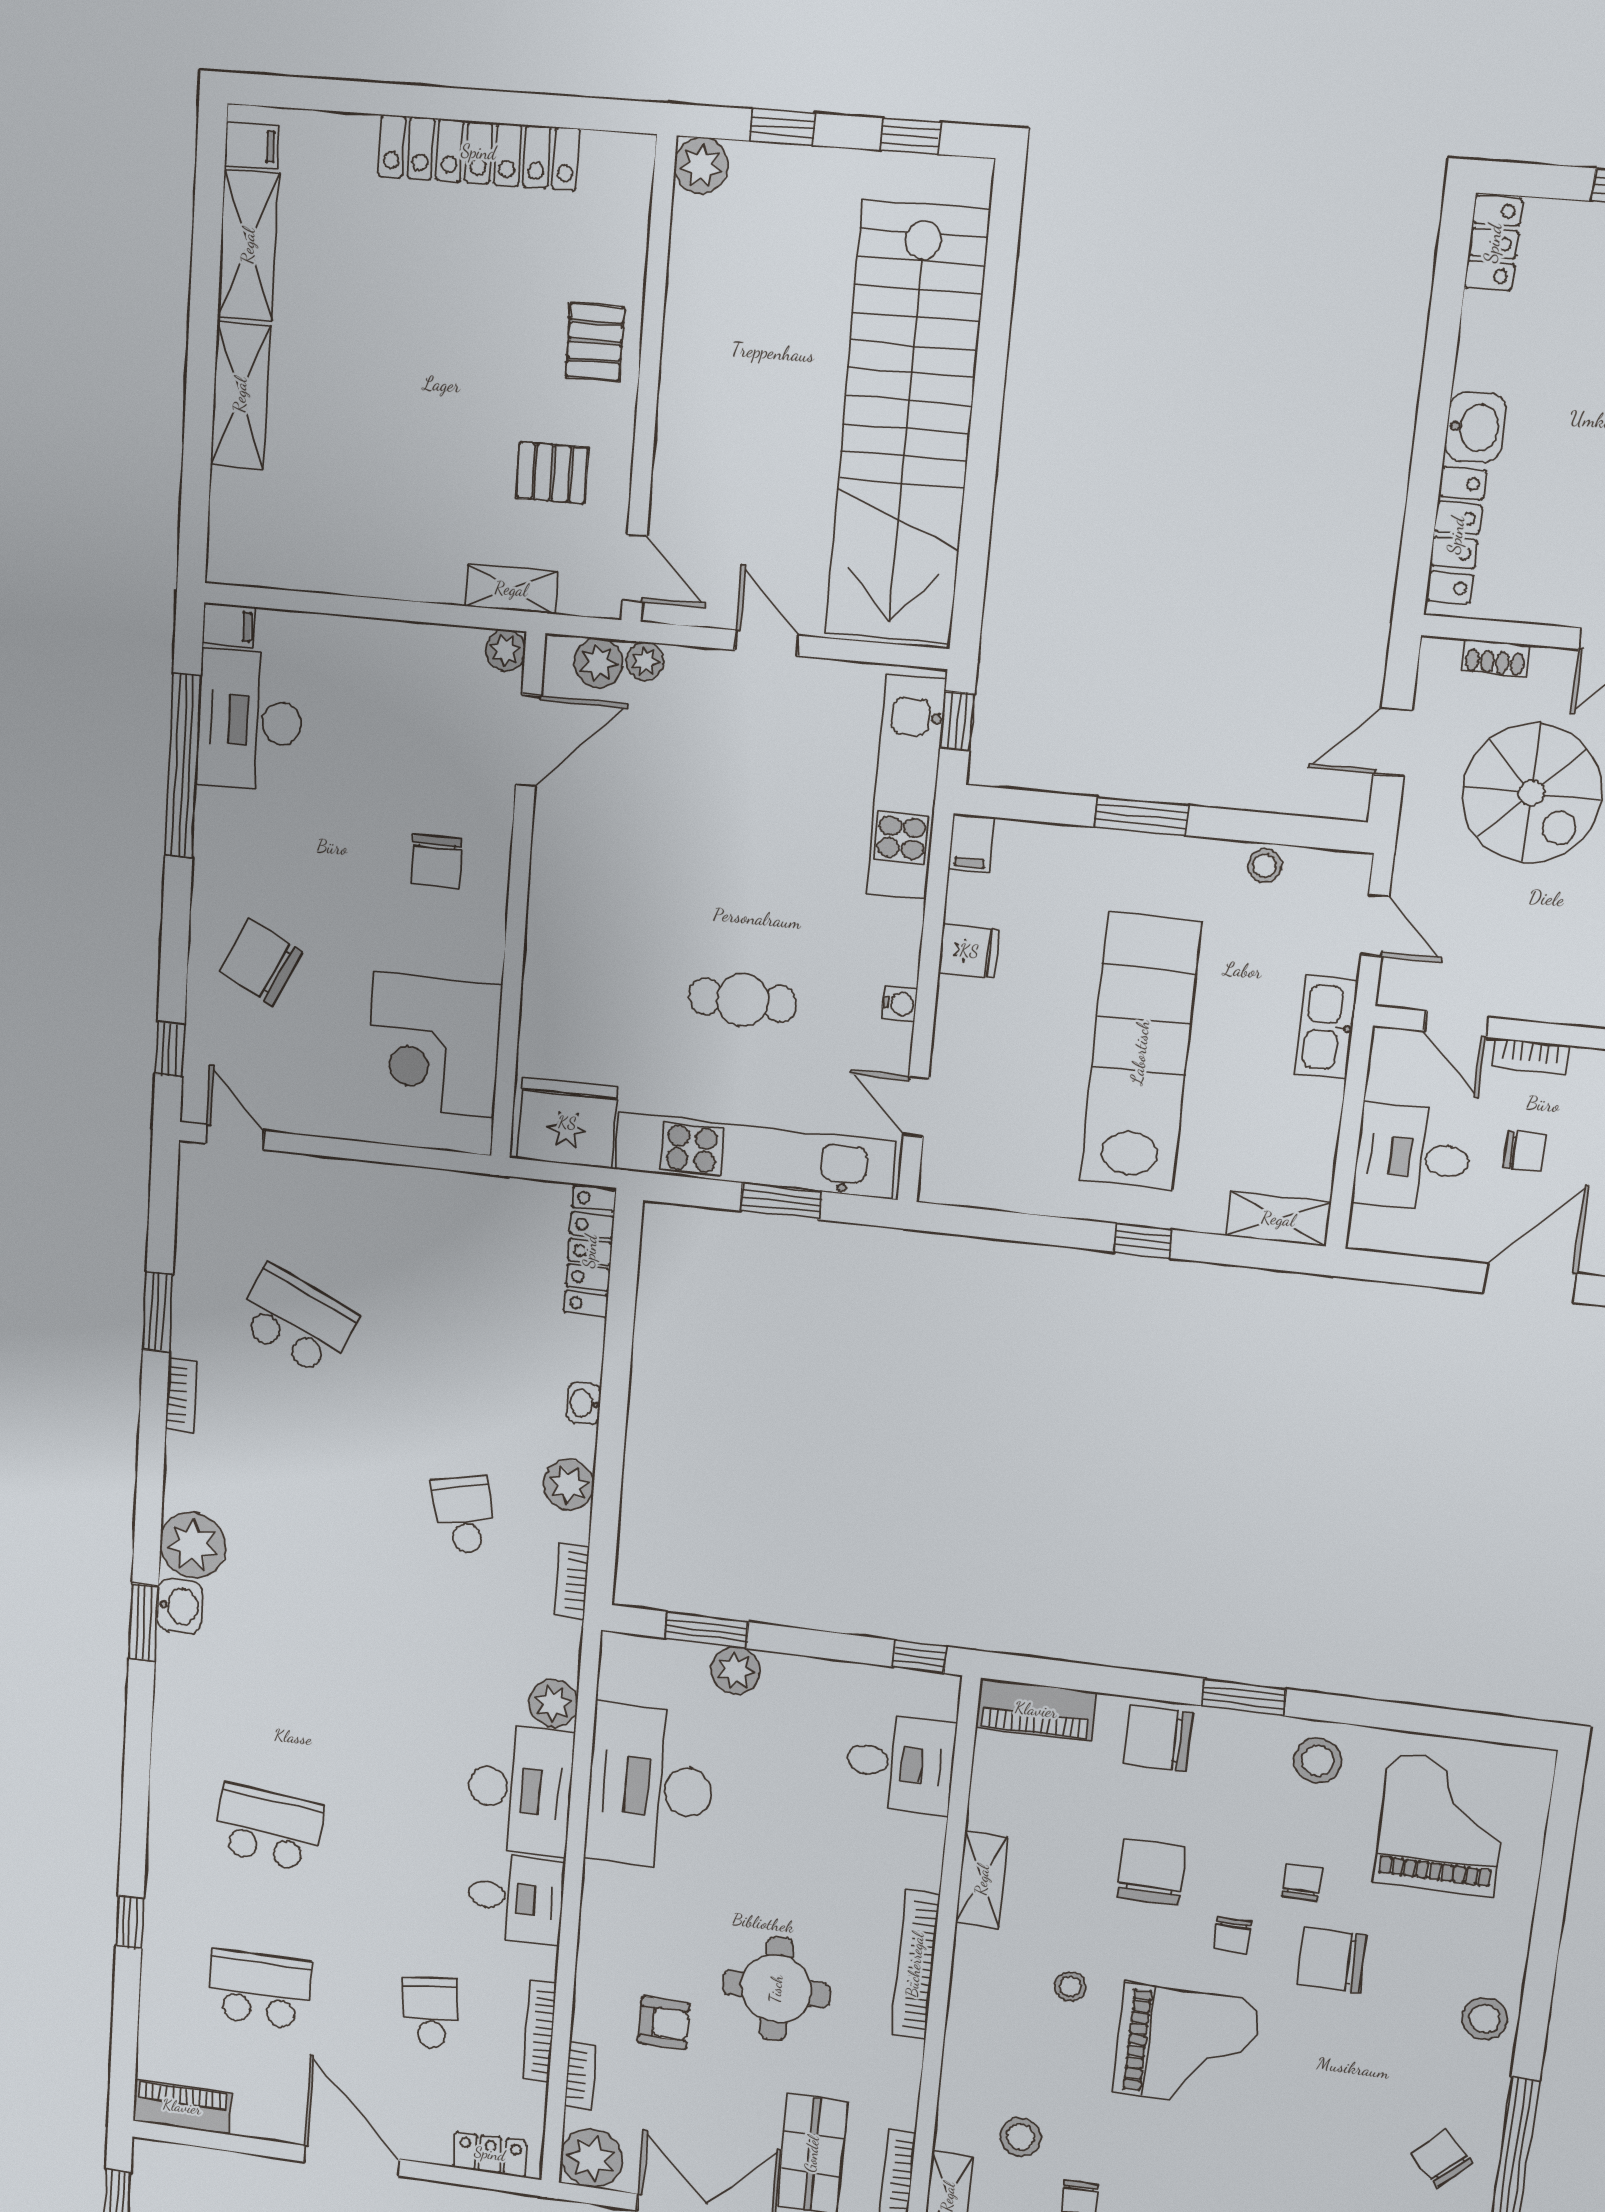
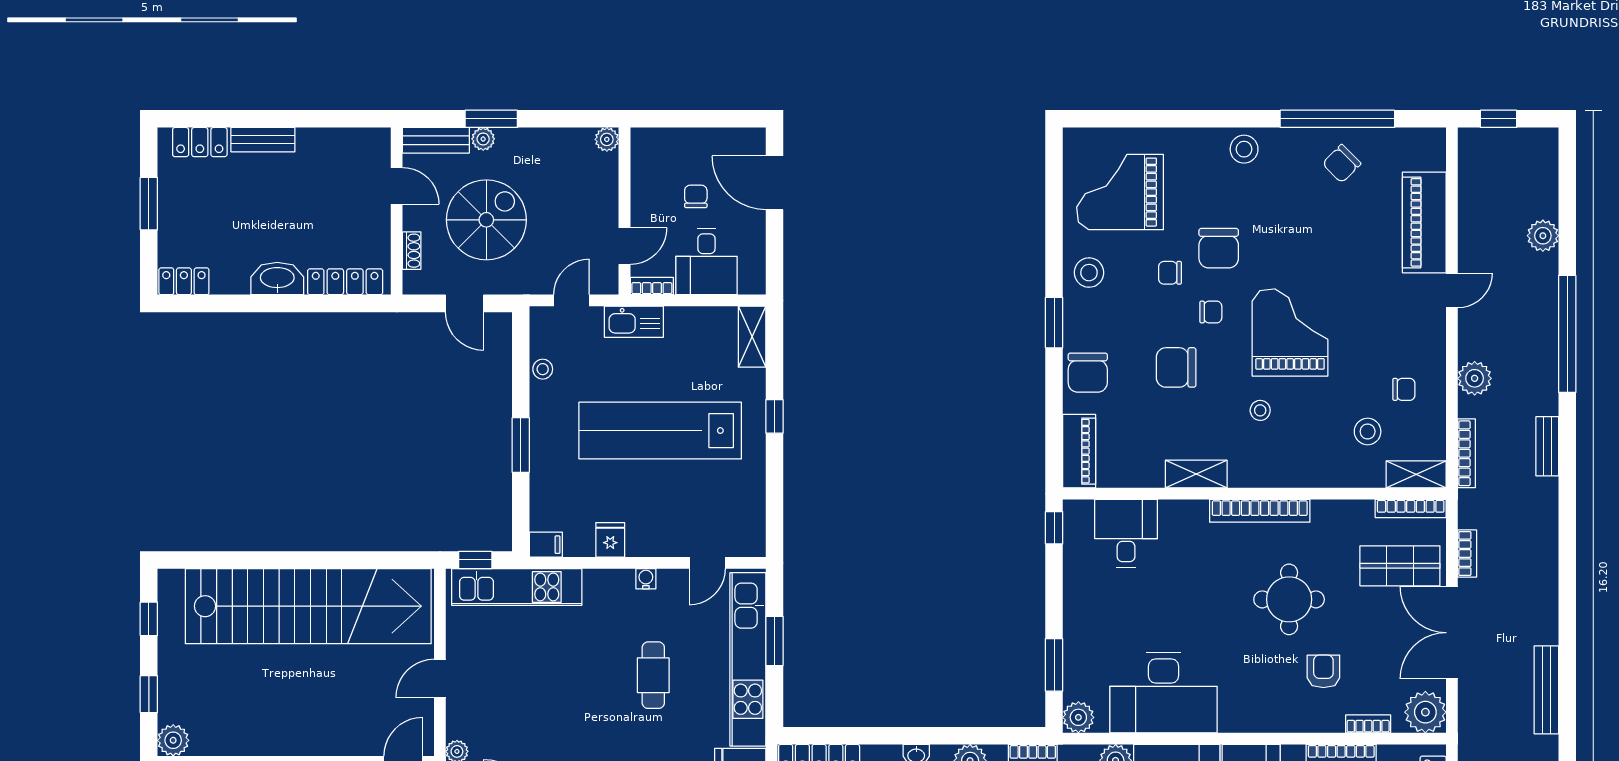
washbasin: (1475, 427) -> (277, 279), width x1.38
bookcase: (1530, 1056) -> (652, 286), moved, turned -90
plant: (735, 1670) -> (1078, 717), moved

